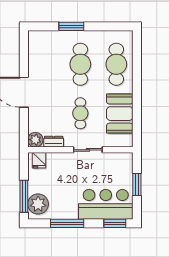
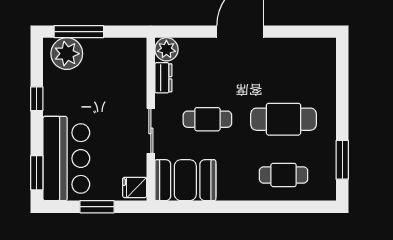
window: (71, 26) -> (342, 160), moved
cafe table: (116, 64) -> (284, 175), width x0.73, depth x0.74
booth: (120, 114) -> (185, 180), moved
fridge: (39, 160) -> (135, 187), moved
window: (67, 223) -> (37, 99), width x0.46

